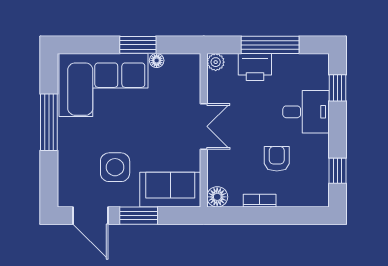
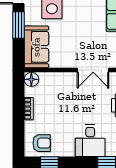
double door: (204, 126) -> (93, 70), moved
armchair: (277, 159) -> (42, 143), moved

